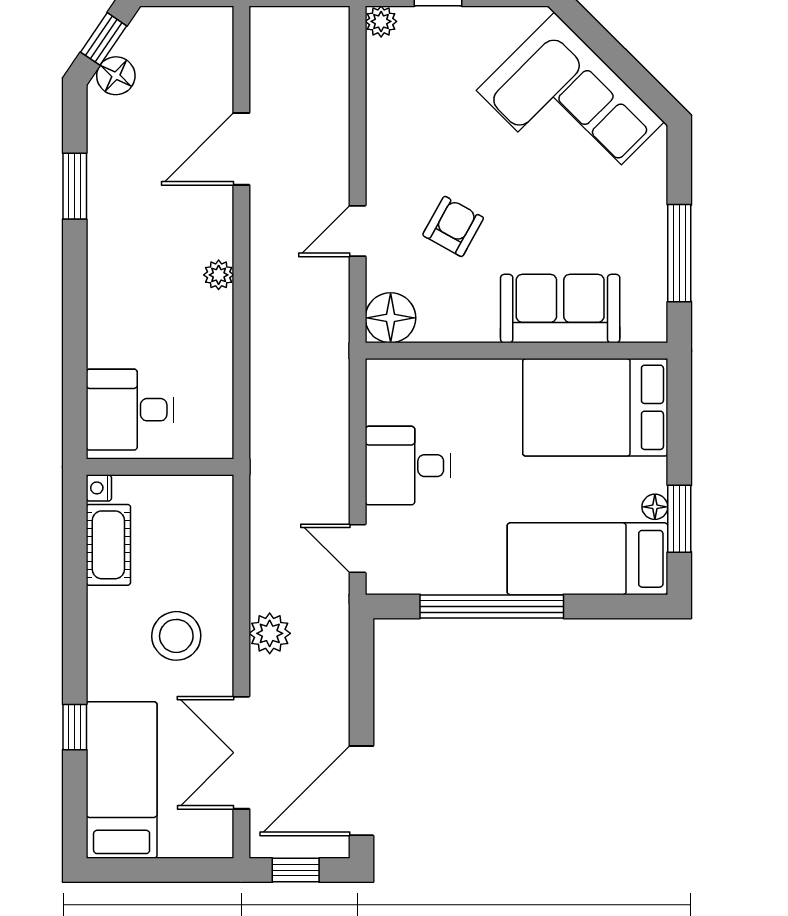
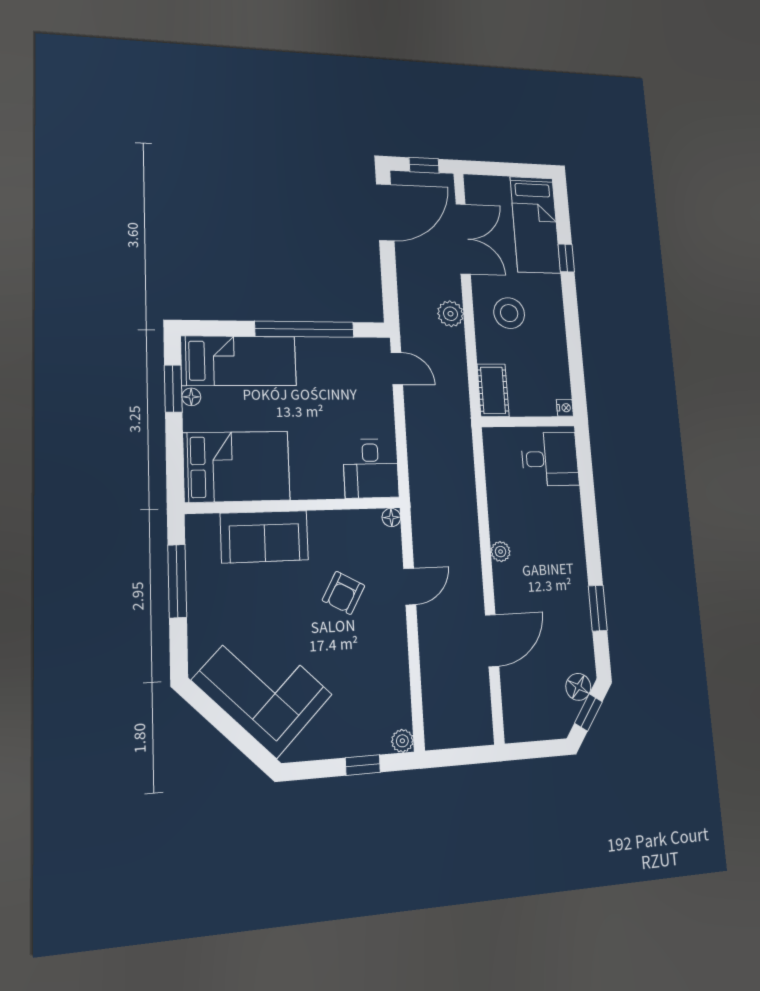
floor lamp: (391, 318) -> (391, 517), width x0.53, depth x0.53
desk: (408, 466) -> (371, 468), moved, turned 90
cot: (108, 545) -> (493, 390), moved

